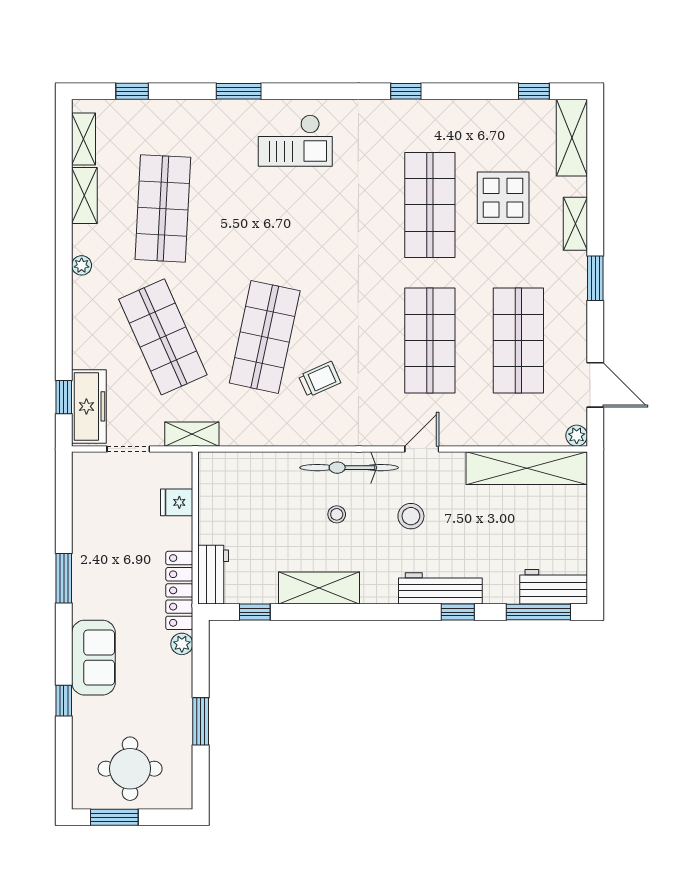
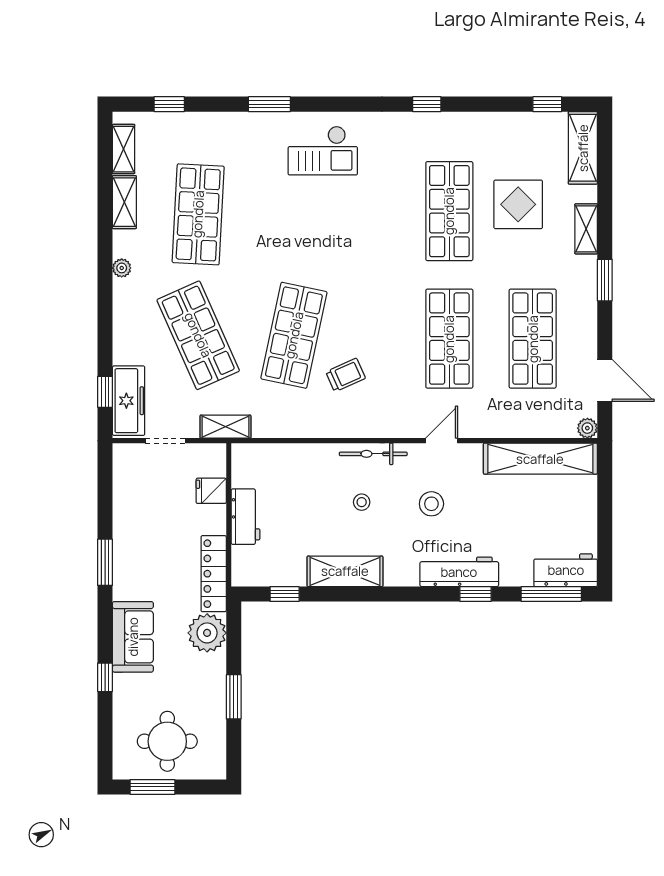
bicycle: (349, 468) -> (373, 454), width x0.73, depth x0.71
workbench: (213, 575) -> (246, 517), moved
plant: (182, 644) -> (207, 633), width x1.87, depth x1.87

